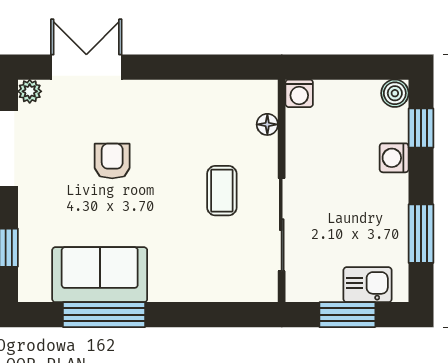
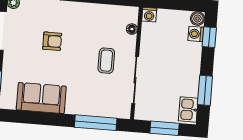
washing machine: (394, 158) -> (196, 34), moved
armchair: (112, 161) -> (52, 41), turned 90
kitchen sink: (368, 285) -> (188, 109), moved, turned -90
window: (104, 315) -> (96, 123), moved

